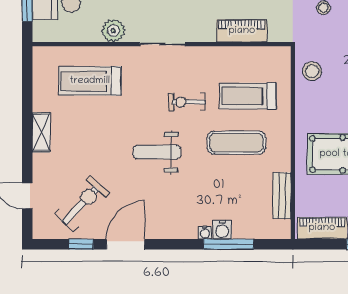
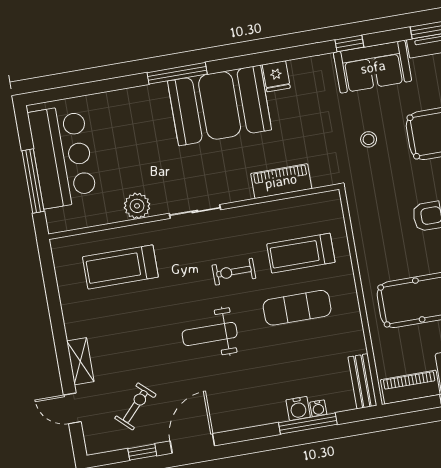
stool: (312, 71) -> (368, 213), removed
shelving: (41, 132) -> (80, 361), moved
bench: (282, 196) -> (362, 381), moved
exercise bike: (82, 204) -> (135, 406), width x0.73, depth x0.72
water cooler: (205, 233) -> (318, 408), moved

